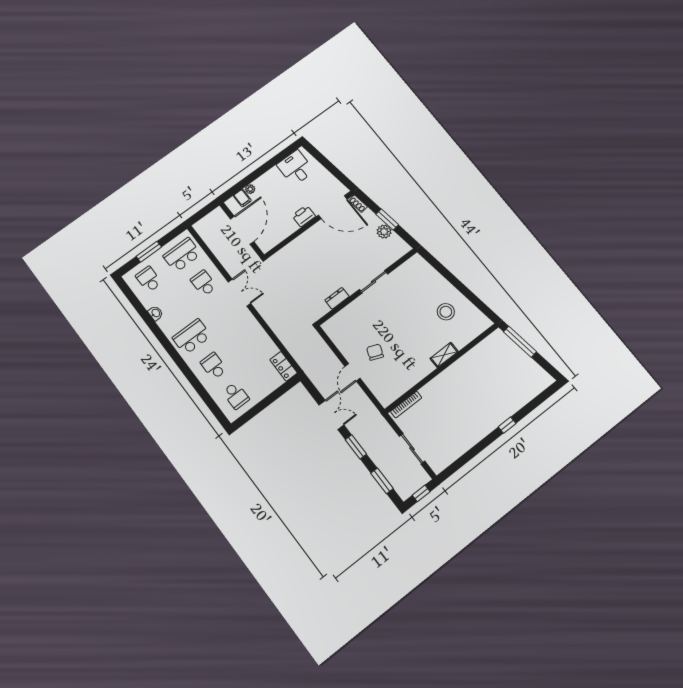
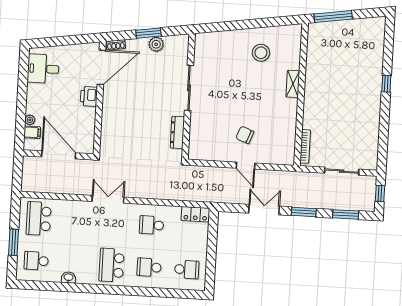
sliding door: (373, 282) -> (189, 88), width x1.37
school desk: (204, 283) -> (152, 225), moved
dresser: (337, 298) -> (177, 132), width x1.44

